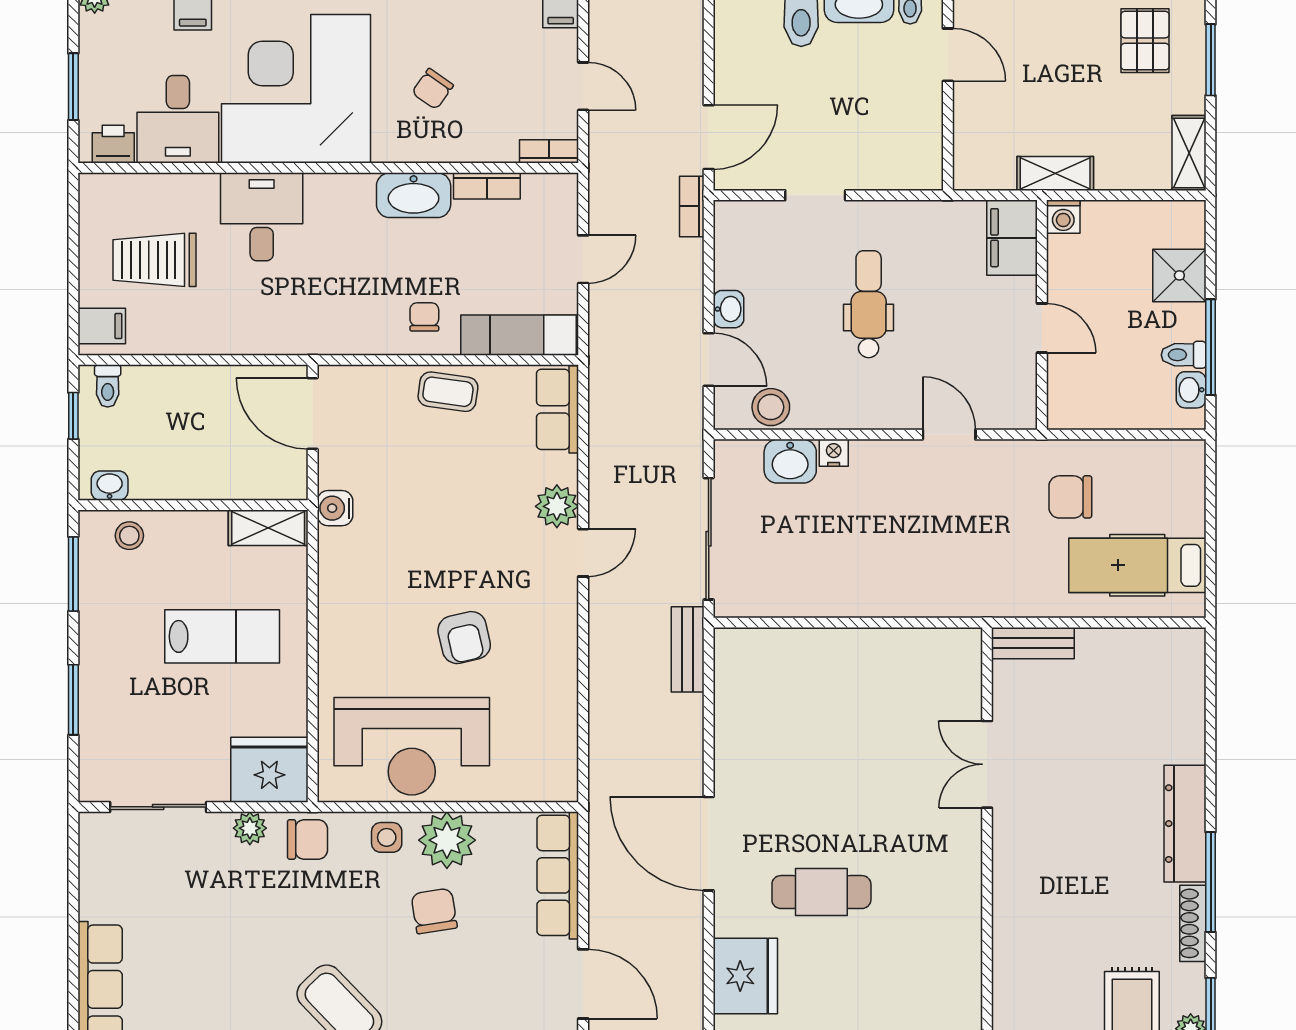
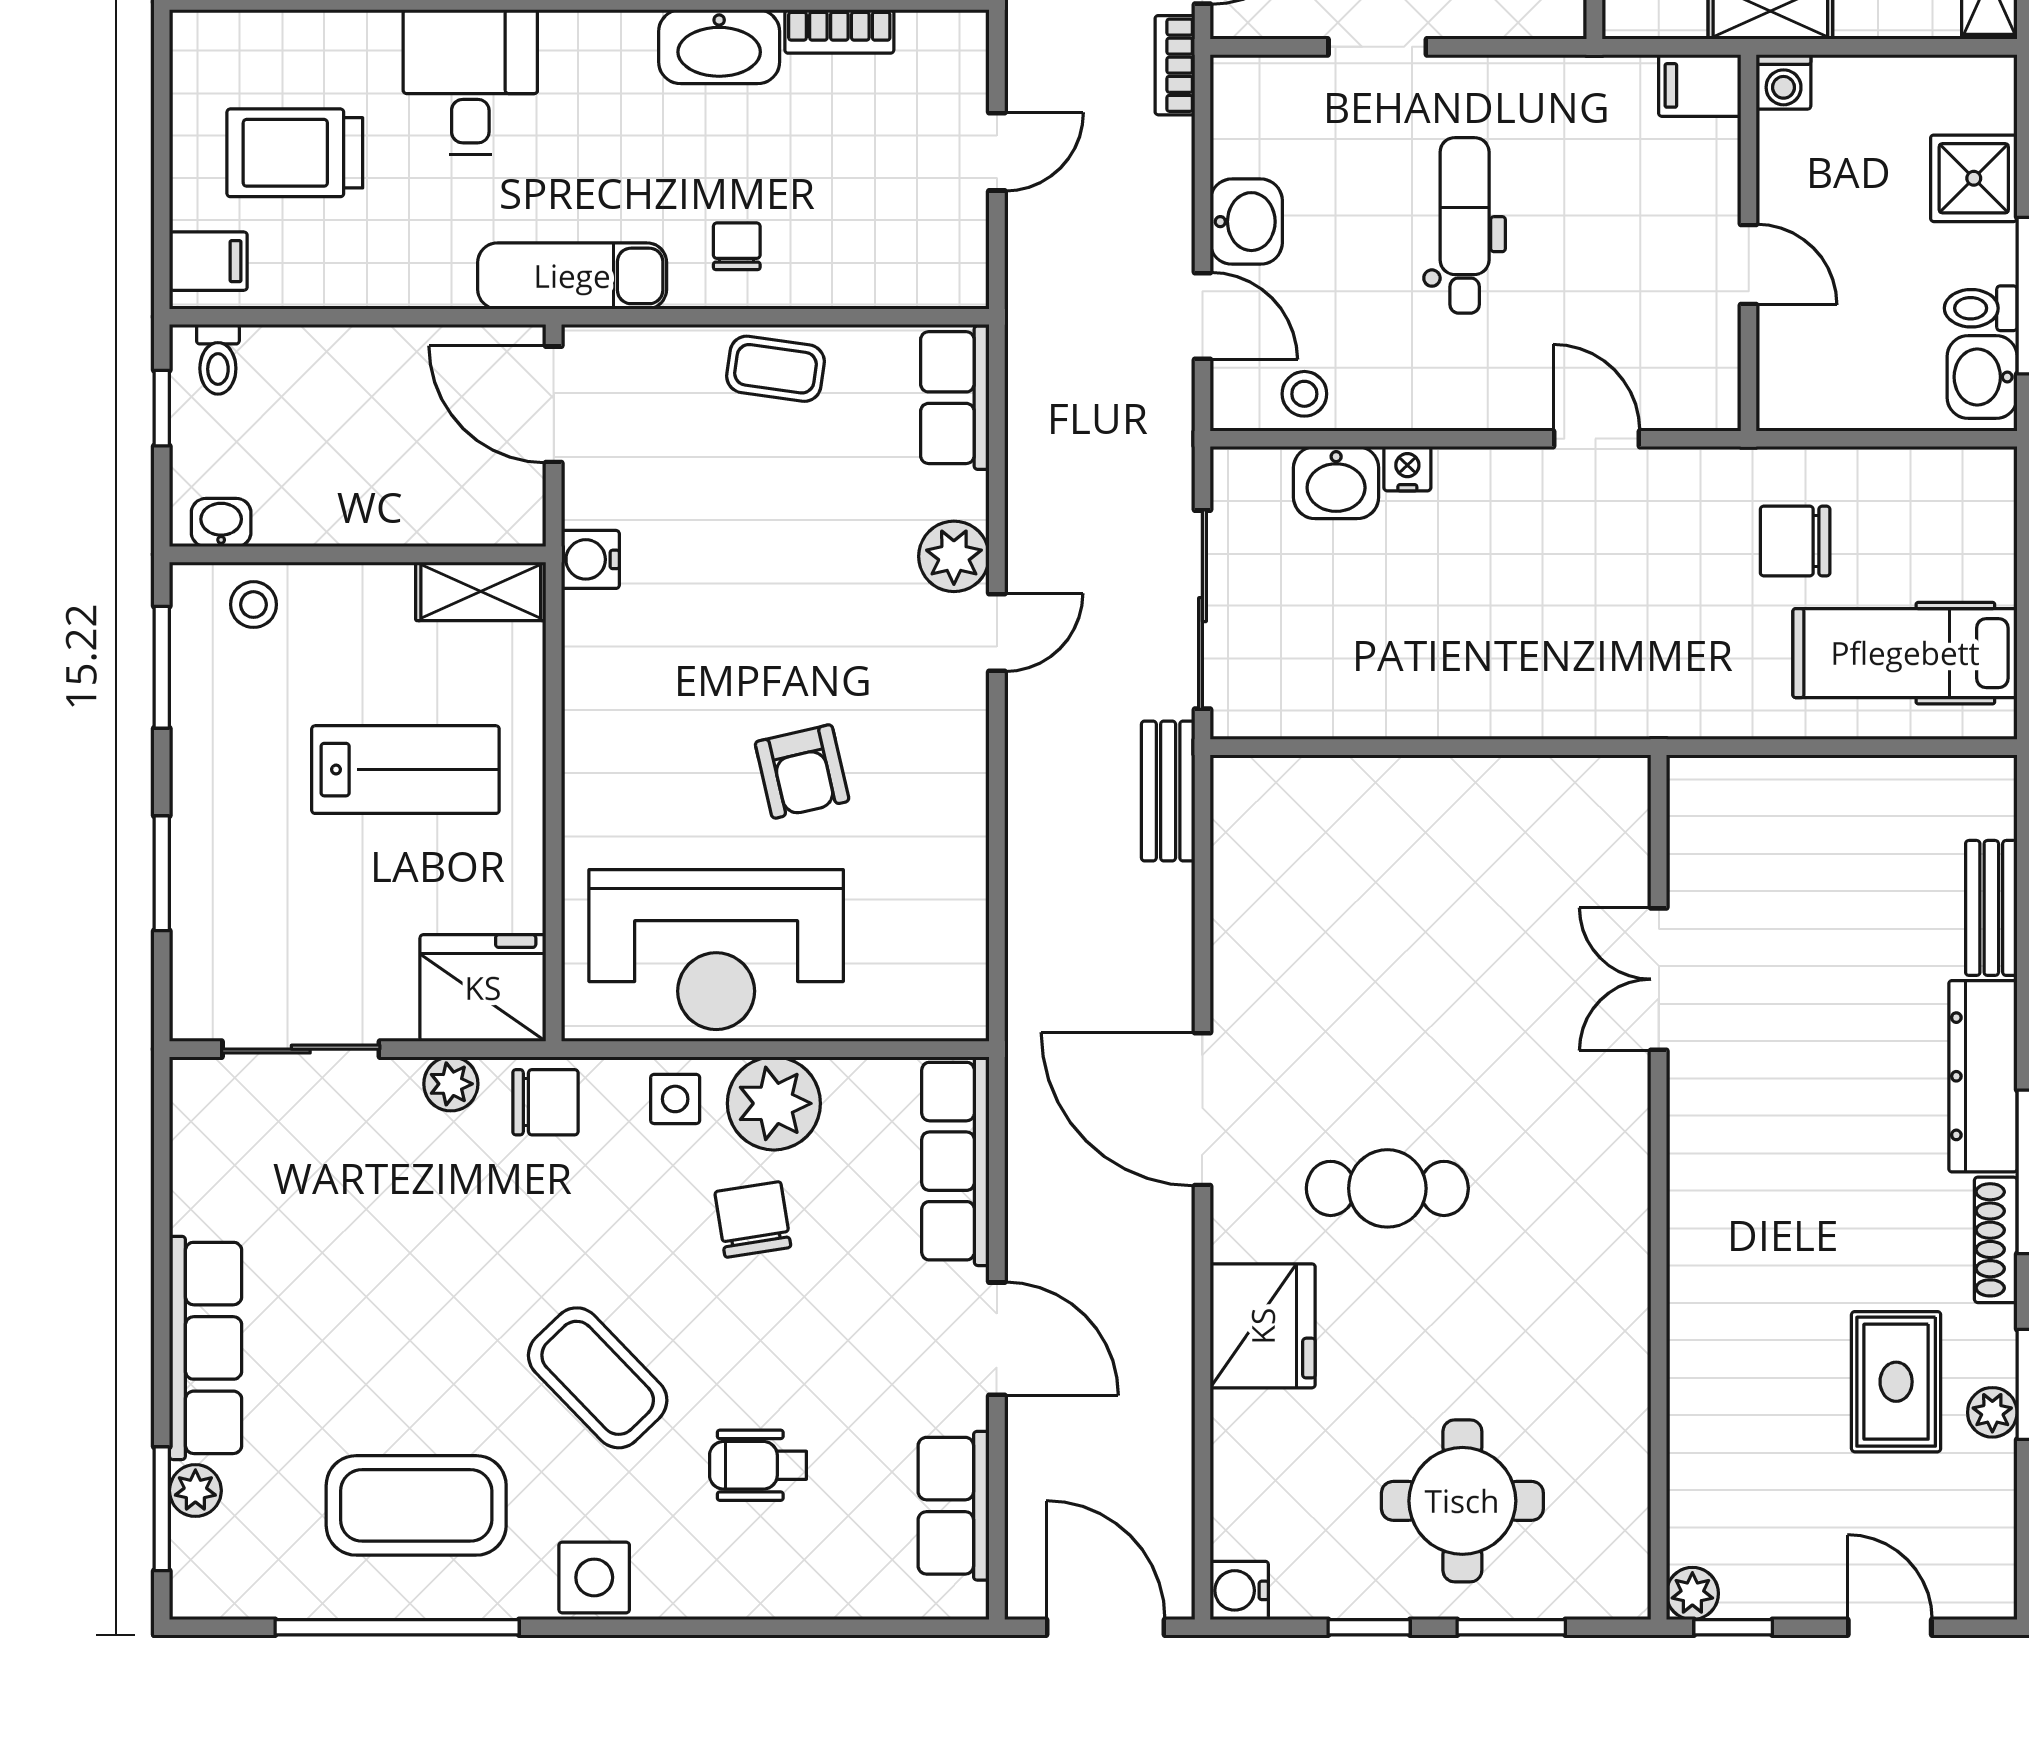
filing cabinet: (1012, 238) -> (1700, 85), width x0.50
washbasin: (729, 309) -> (1246, 222), width x1.38, depth x1.45
exam couch: (518, 335) -> (572, 276), moved
washbasin: (1191, 390) -> (1982, 377), width x1.38, depth x1.45
stool: (771, 407) -> (1304, 394), width x0.73, depth x0.73
bench: (1033, 643) -> (1991, 908), moved, turned 90

